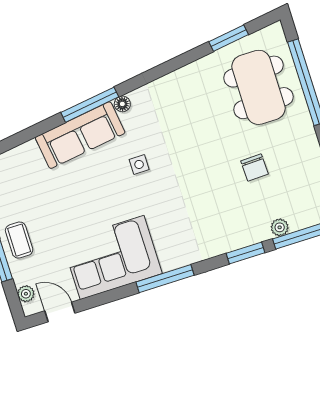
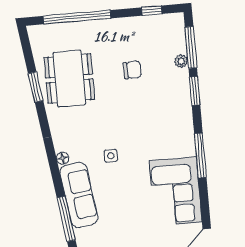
window: (229, 38) -> (36, 87), moved
dining table: (259, 87) -> (69, 78), moved, turned 90
window: (90, 105) -> (66, 219), moved

